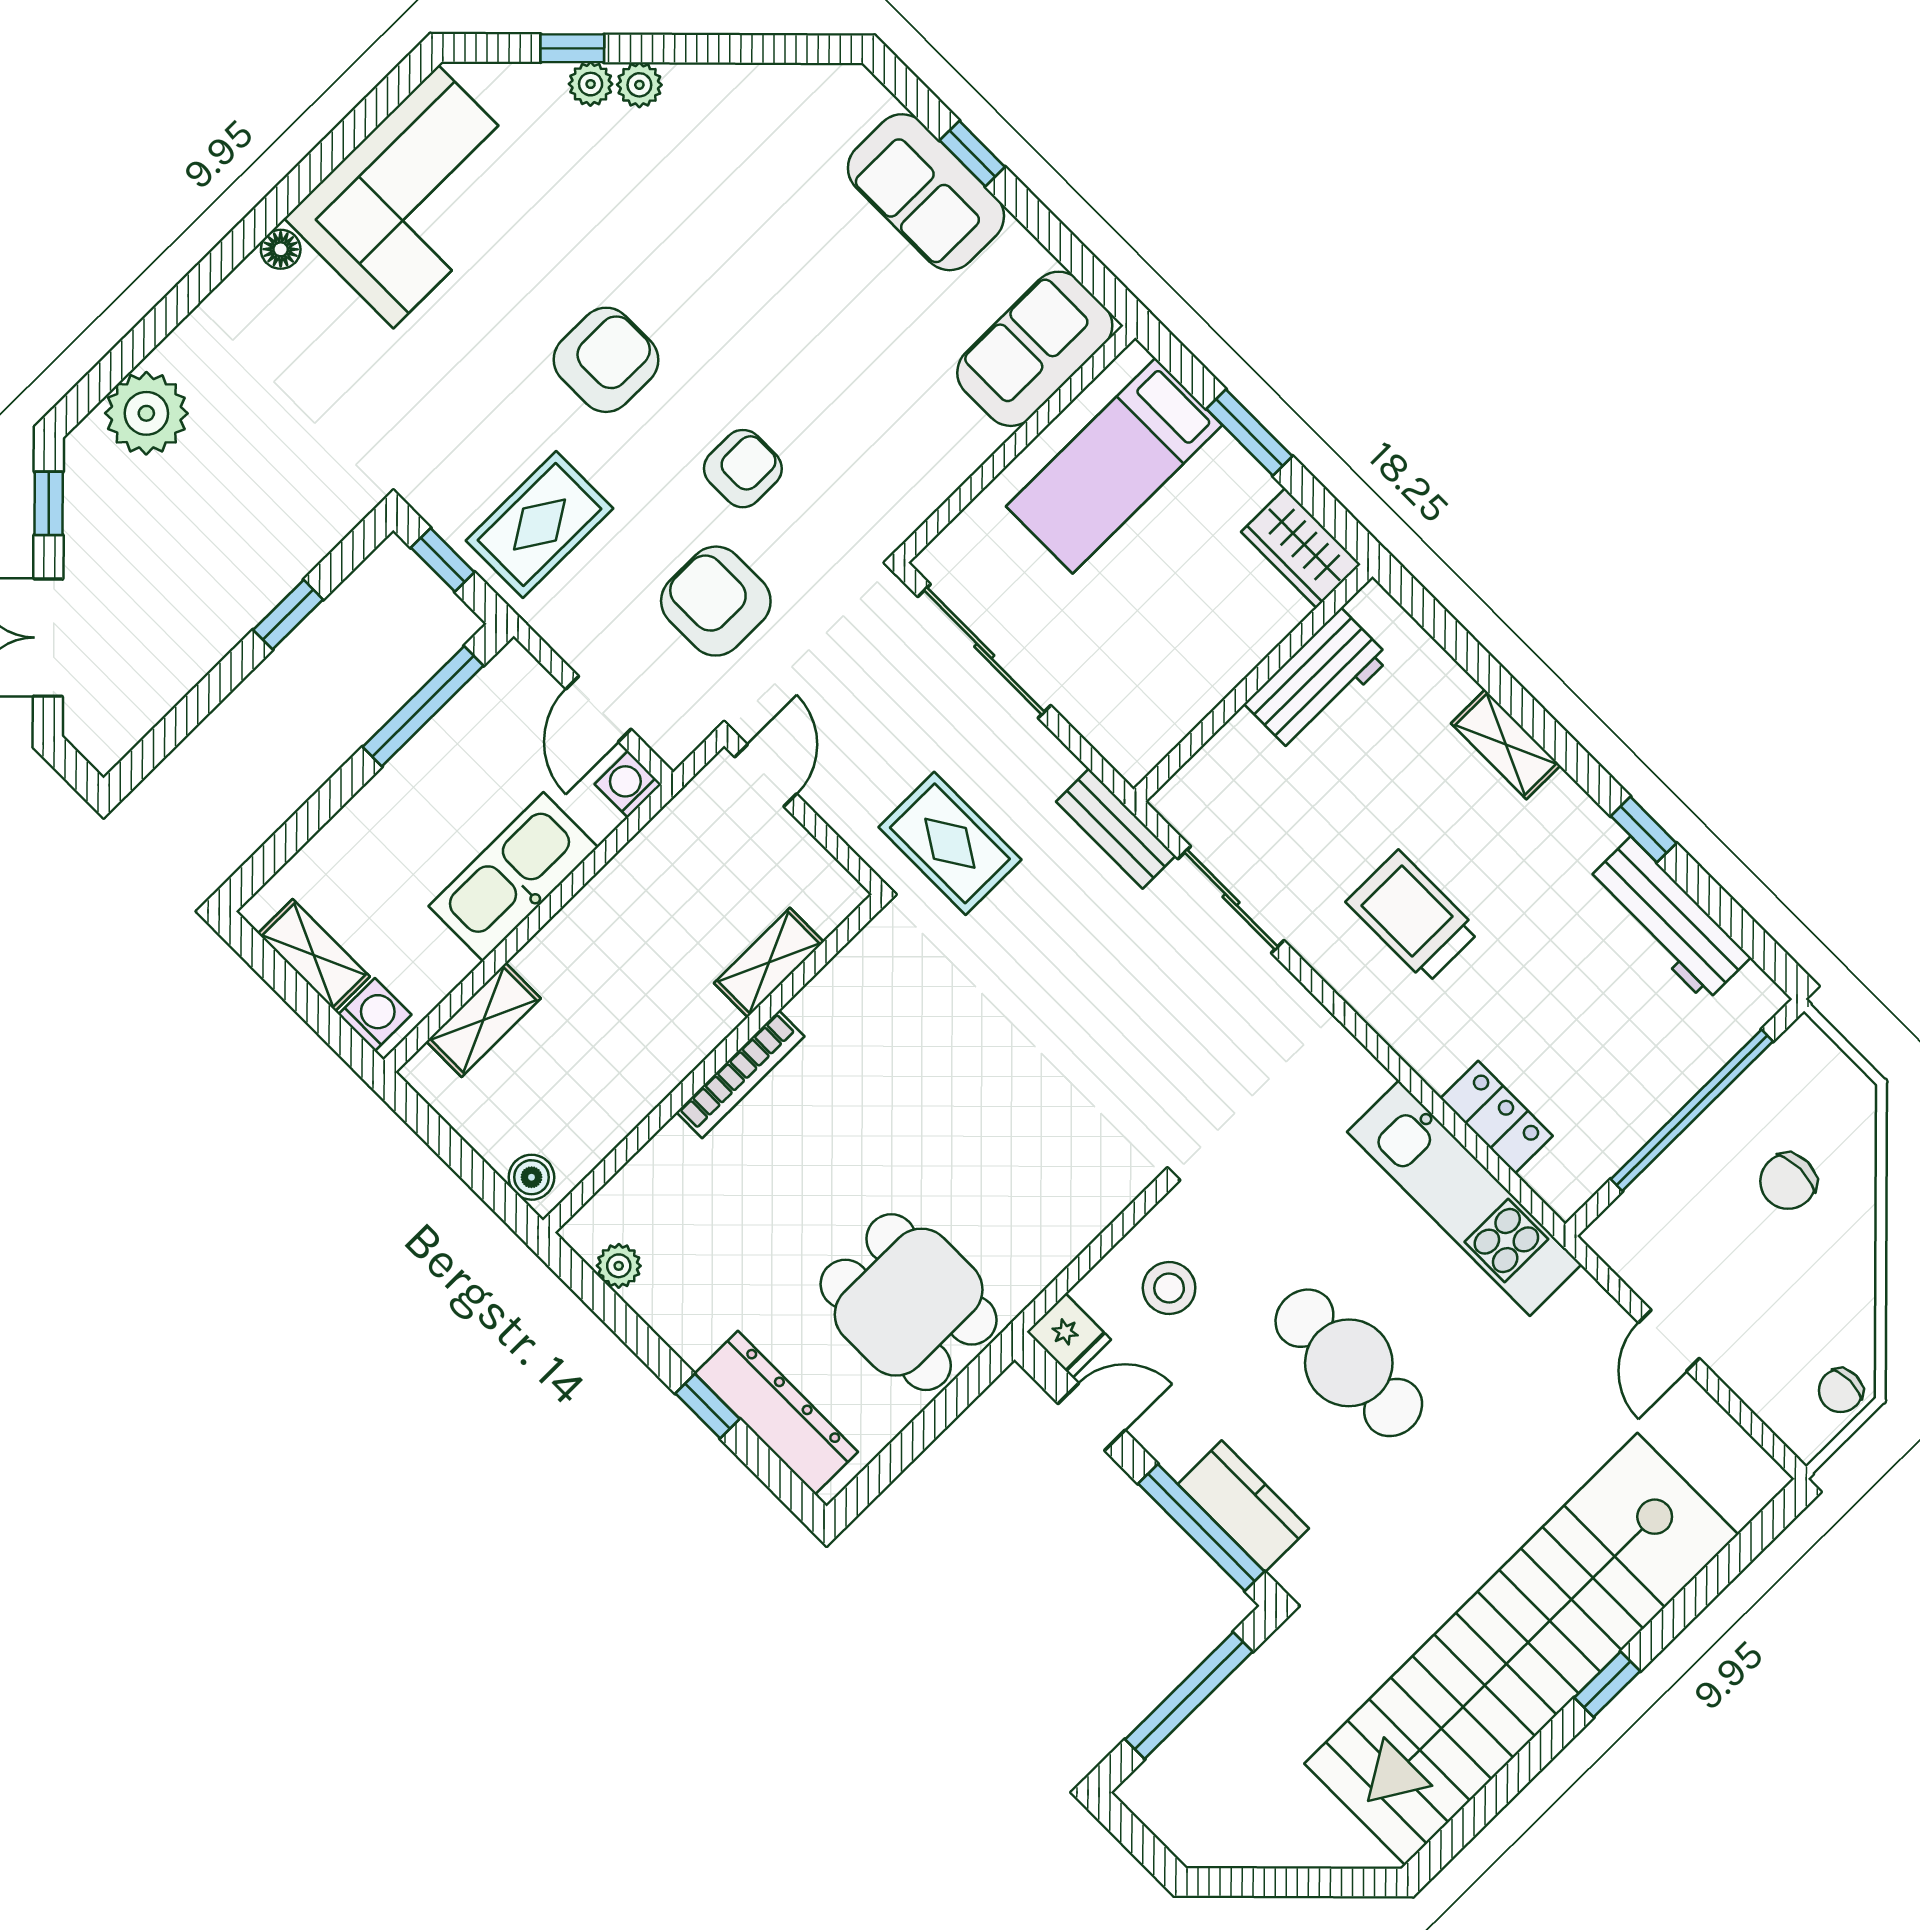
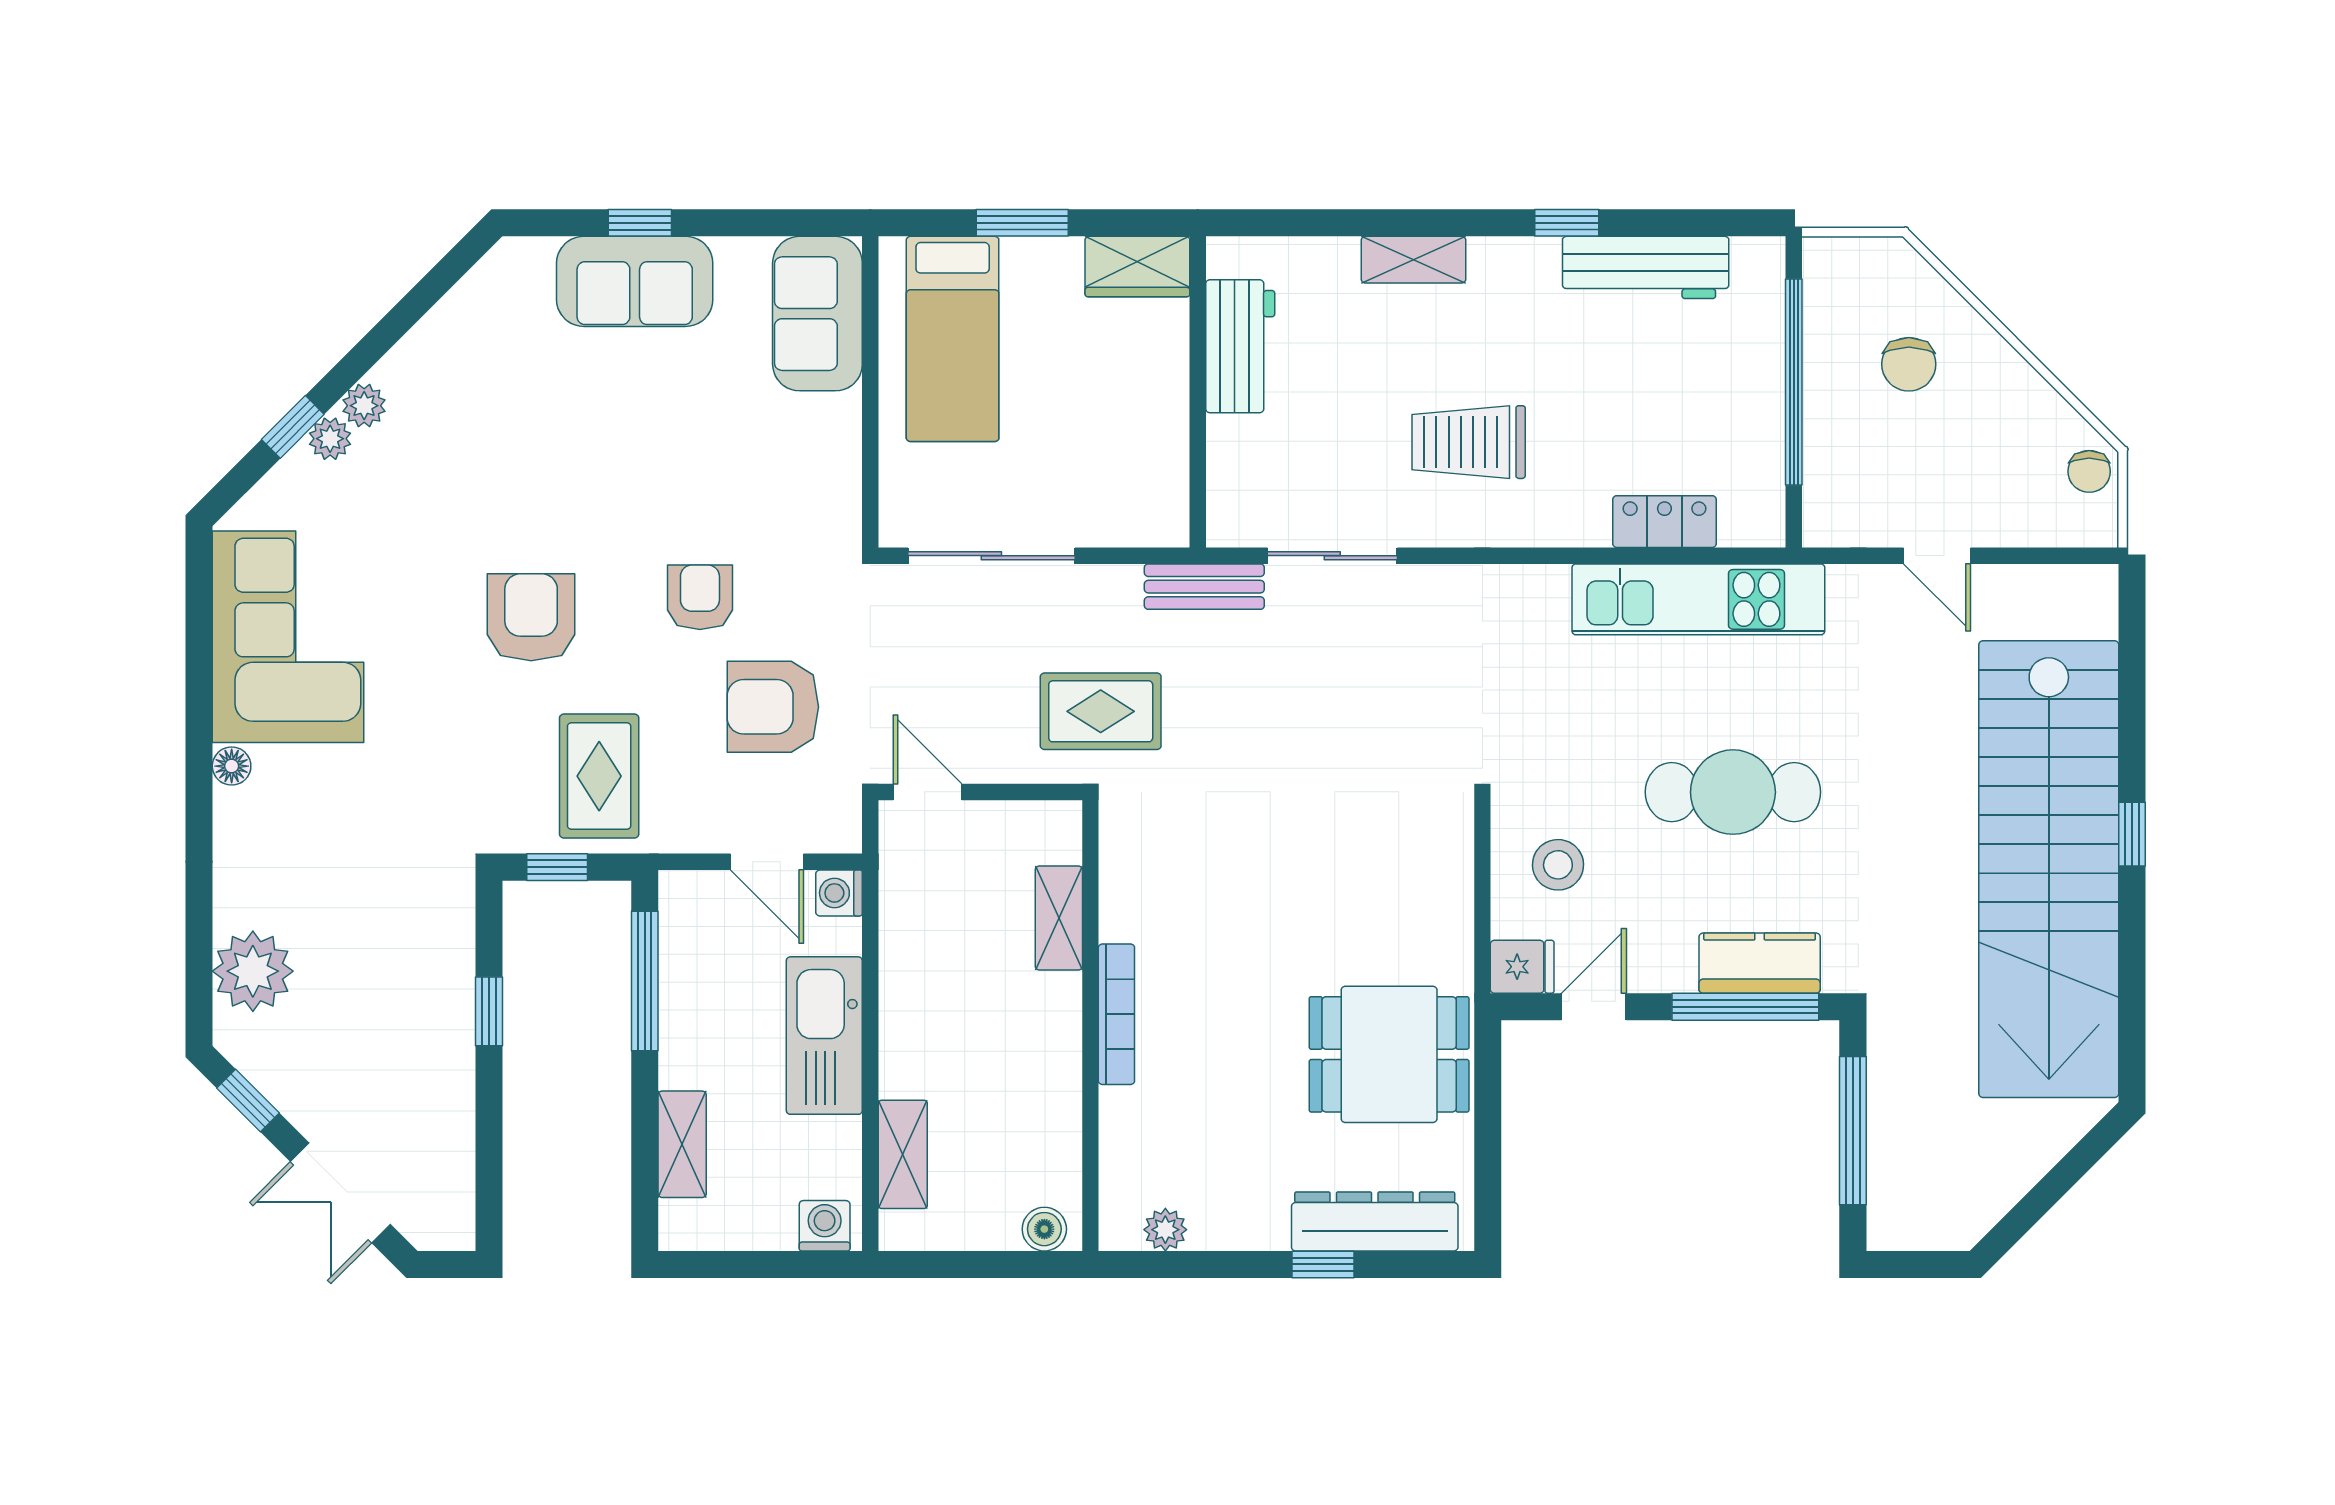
shelving: (314, 955) -> (682, 1144), moved, turned 90

